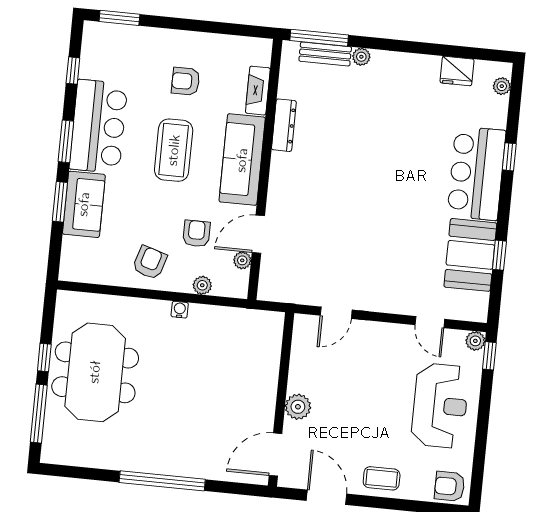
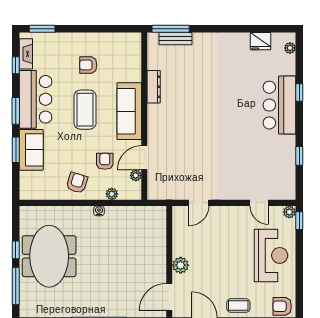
plant: (361, 57) -> (199, 38), removed
fireplace: (258, 91) -> (26, 54), moved, turned 180
booth: (470, 255) -> (281, 158), removed

